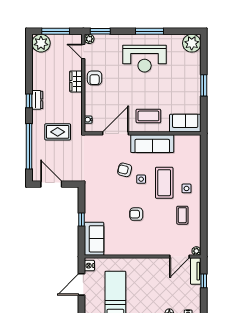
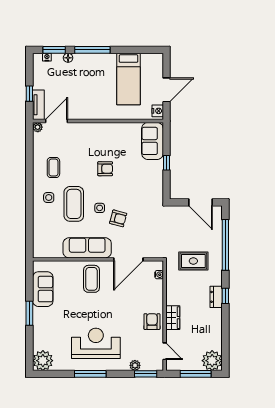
plant: (89, 39) -> (135, 365), moved
coffee table: (148, 116) -> (91, 279), turned 90
sofa: (185, 123) -> (43, 289), moved, turned -90

